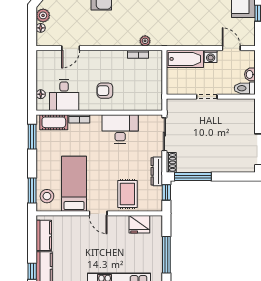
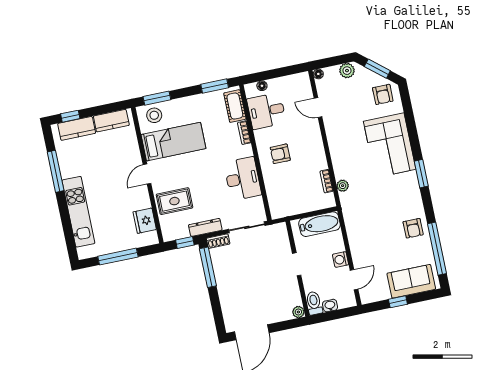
floor lamp: (41, 28) -> (318, 74), moved
bathtub: (185, 59) -> (320, 224), moved, turned -90
armchair: (105, 91) -> (280, 154), turned -90
plant: (250, 104) -> (298, 312), added

